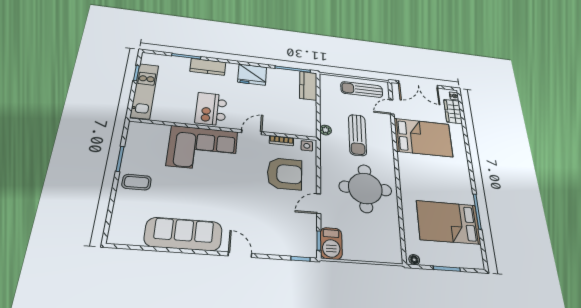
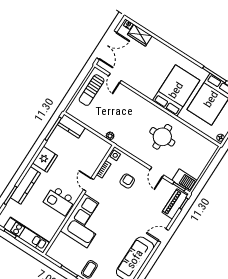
kitchen counter: (208, 67) -> (25, 185), width x1.50
sun lounger: (357, 135) -> (124, 117), removed
bed: (423, 138) -> (176, 90), moved
armchair: (285, 174) -> (127, 181), width x0.53, depth x0.53
round table: (365, 188) -> (162, 137), width x0.73, depth x0.73
piano: (293, 247) -> (175, 204), added

